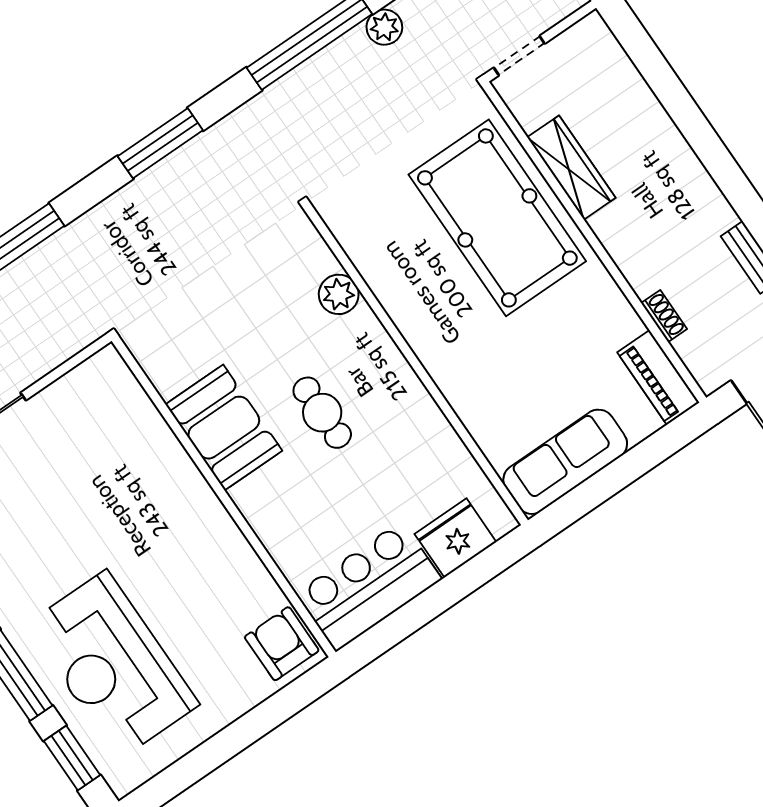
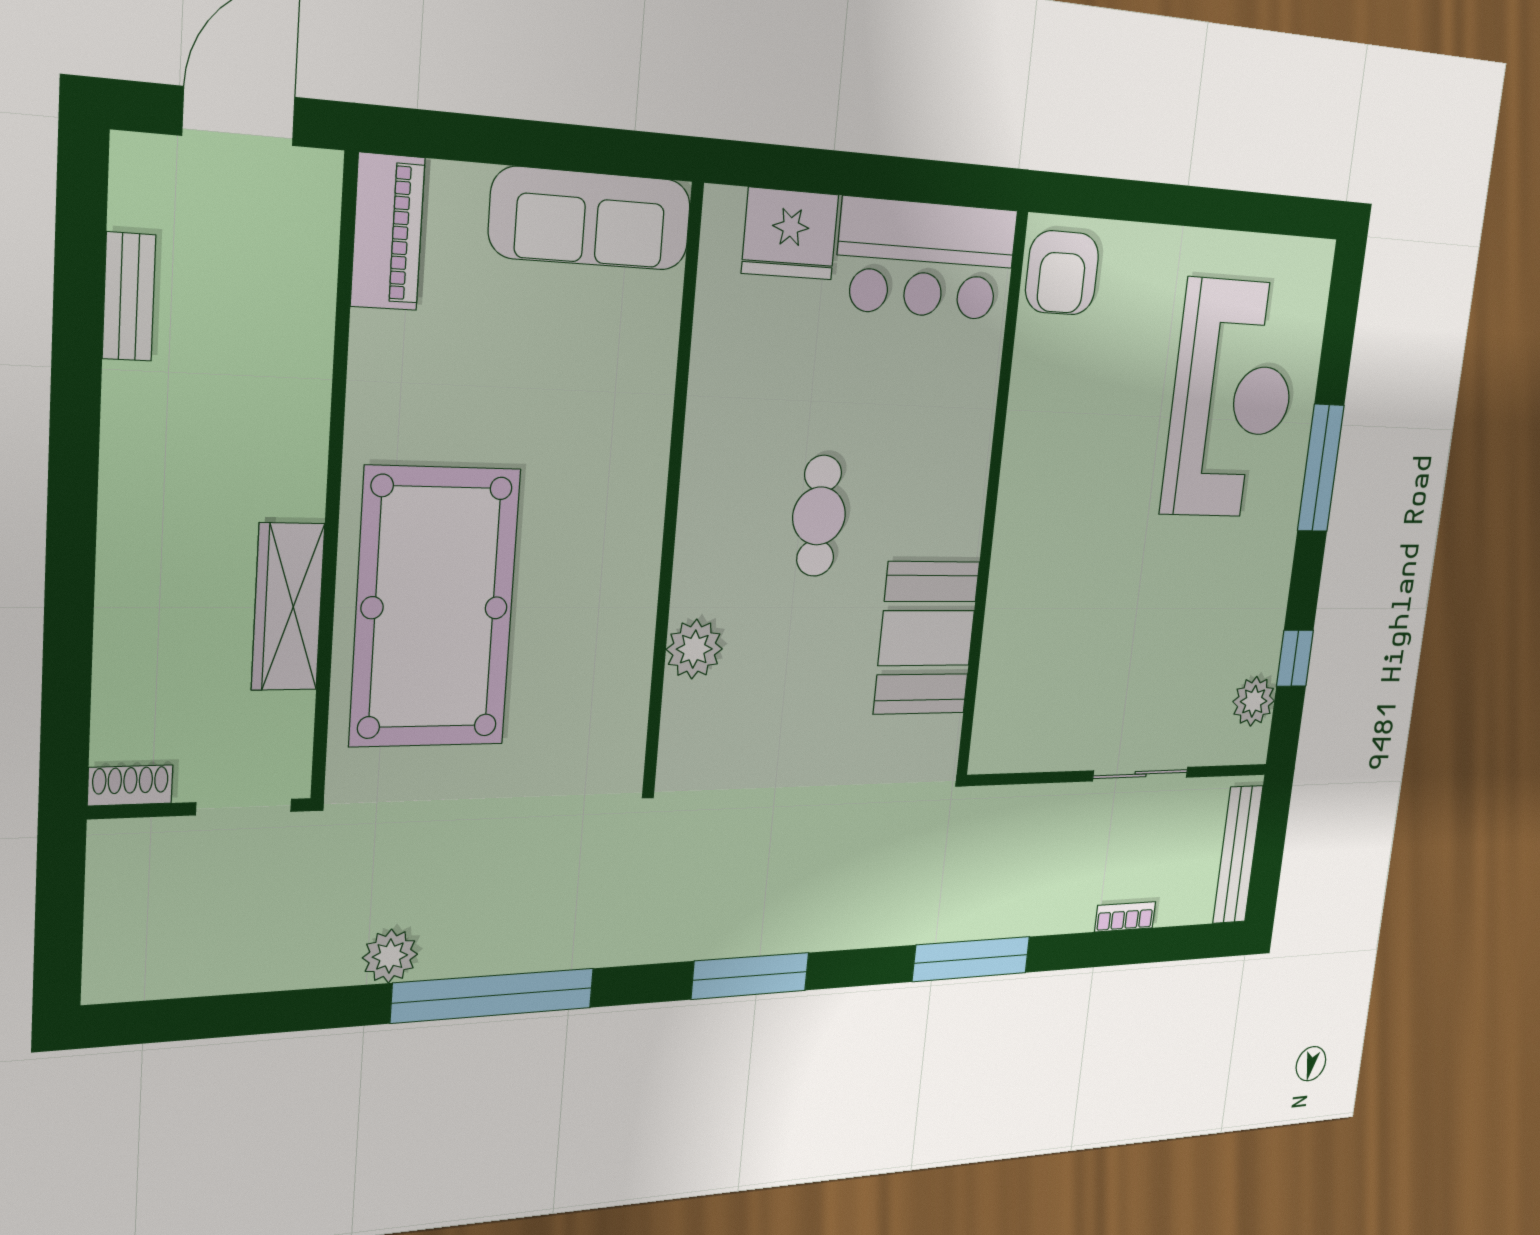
shoe rack: (664, 316) -> (130, 785), moved, turned 90
booth: (224, 428) -> (926, 638), moved
window: (72, 758) -> (1340, 329), removed

